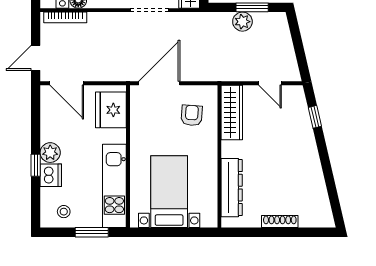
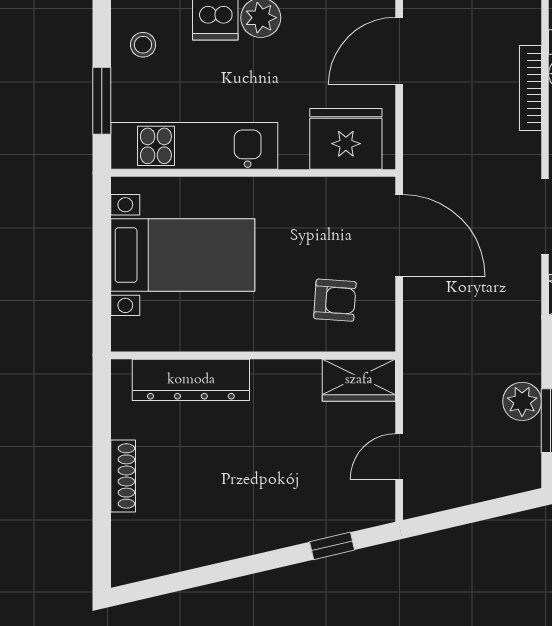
bookcase: (65, 17) -> (530, 88), moved
wardrobe: (232, 112) -> (359, 380), width x0.67

